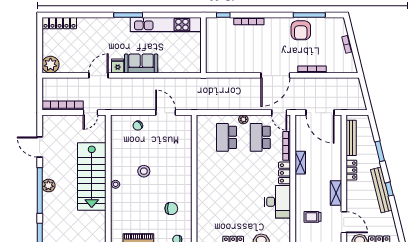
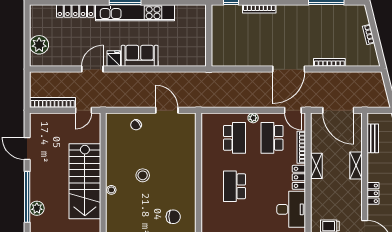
locker: (59, 23) -> (75, 11), moved
kitchen unit: (166, 25) -> (135, 13), moved
armchair: (301, 30) -> (317, 19), removed
plant: (50, 65) -> (39, 45), moved
school desk: (227, 137) -> (234, 138), turned 180
bench: (351, 138) -> (373, 138), width x0.73
locker: (351, 170) -> (373, 193), moved
school desk: (227, 181) -> (234, 186), added
plant: (48, 186) -> (37, 208), moved
shelving: (336, 193) -> (356, 165), moved

